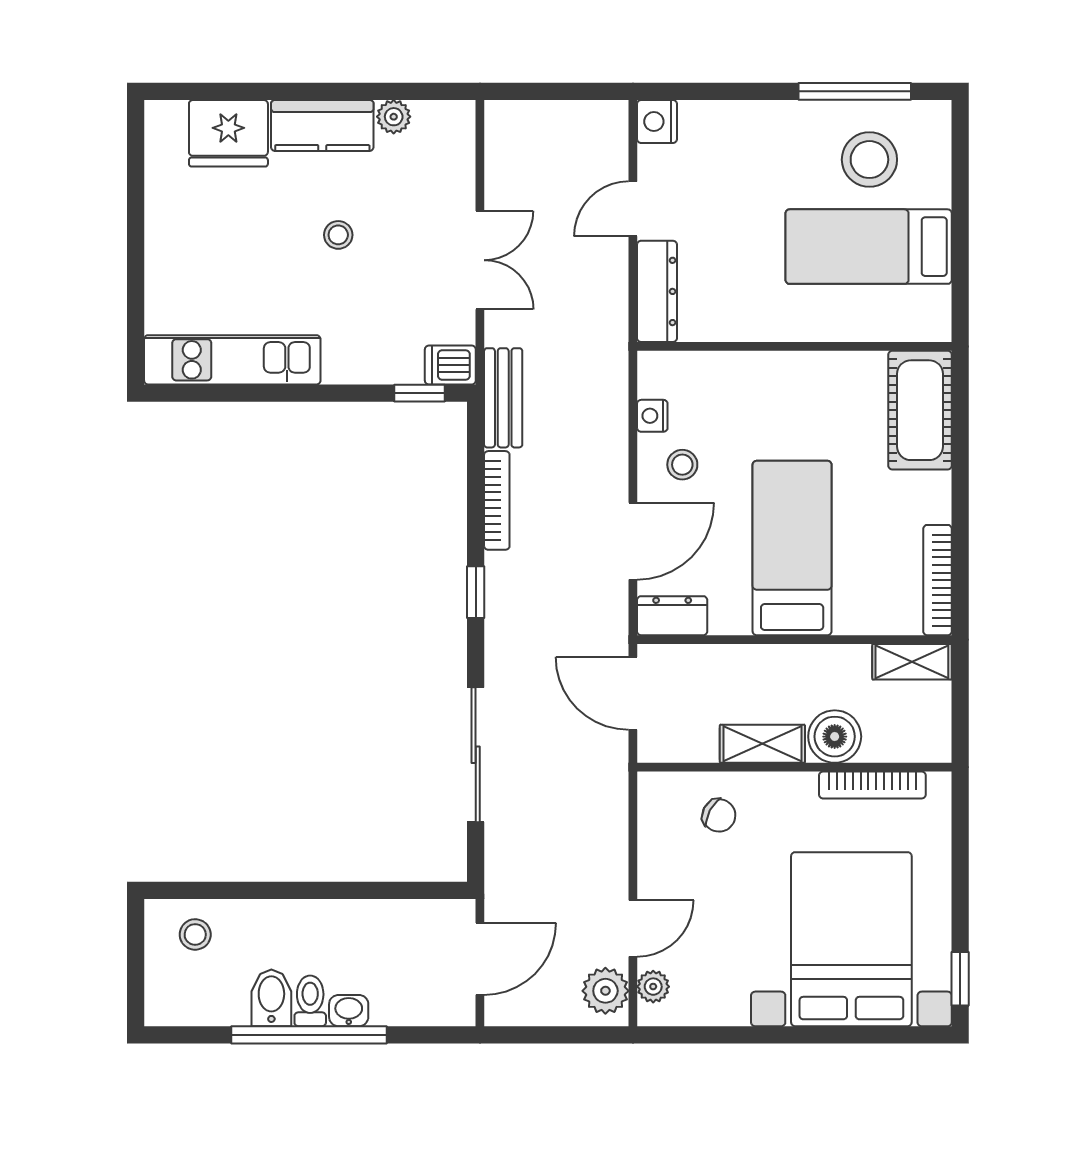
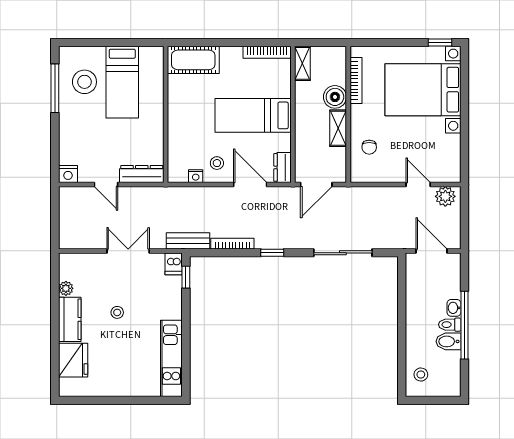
chair: (719, 815) -> (369, 147), turned 152
plant: (653, 987) -> (443, 176), removed

